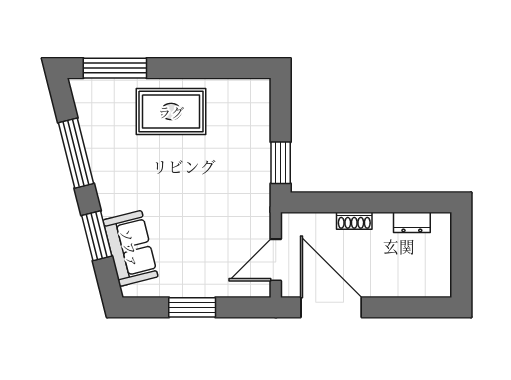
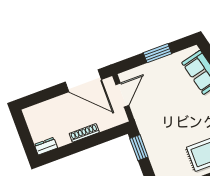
shoe rack: (354, 221) -> (84, 133), width x1.43
dresser: (412, 222) -> (46, 146), moved

